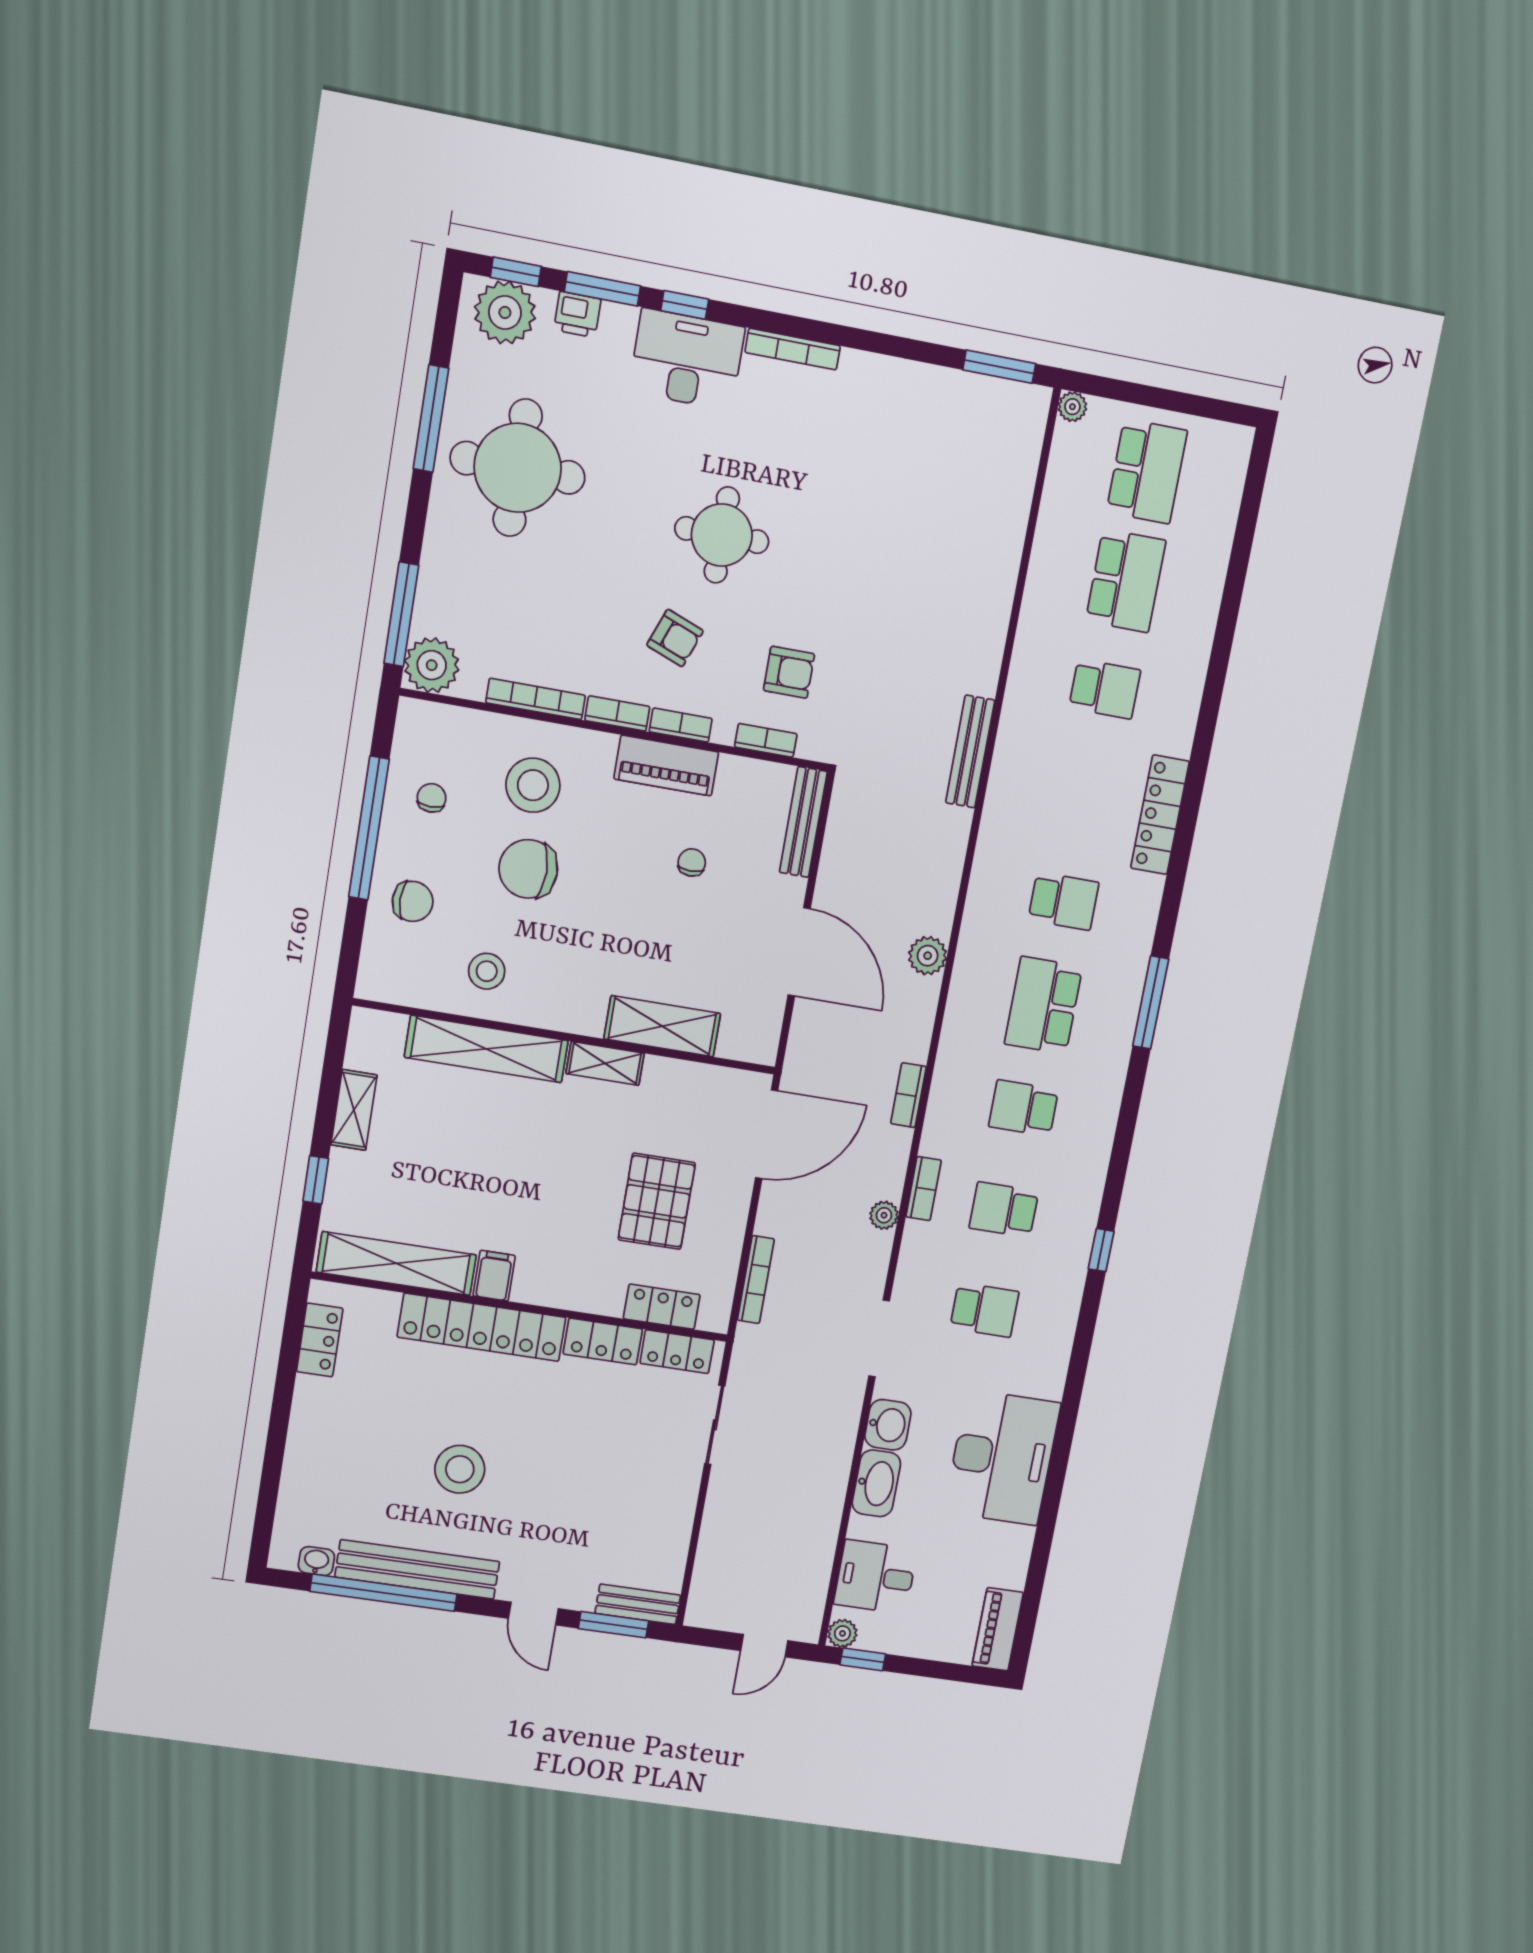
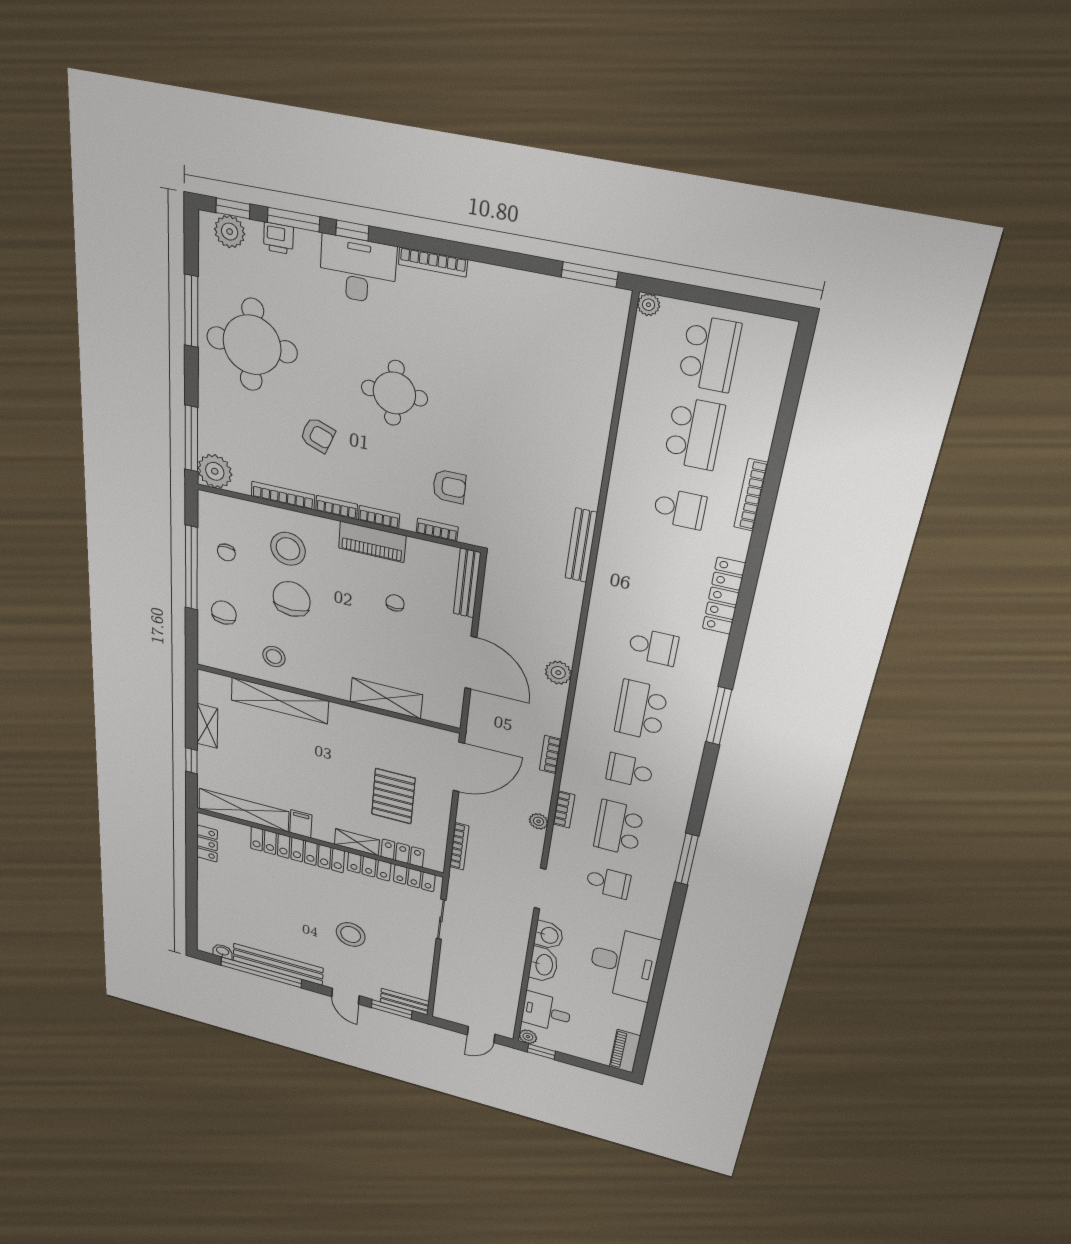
plant: (505, 312) -> (230, 232), width x0.73, depth x0.73
armchair: (675, 638) -> (318, 435), moved
bookcase: (1196, 665) -> (751, 495), added
chair: (432, 798) -> (226, 552), turned 180
chair: (528, 869) -> (292, 599), turned 90
chair: (413, 901) -> (224, 613), turned -90
shelving: (605, 1063) -> (357, 842), moved
school desk: (1004, 1210) -> (619, 828), width x1.85
window: (1101, 1250) -> (687, 859), width x2.17
stool: (460, 1469) -> (351, 935), moved

